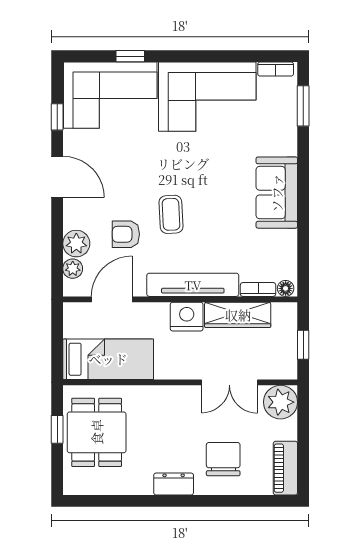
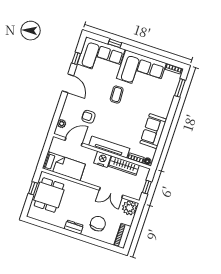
sofa: (277, 193) -> (153, 131), moved
coffee table: (171, 214) -> (117, 95), moved
plant: (76, 244) -> (67, 114), removed

